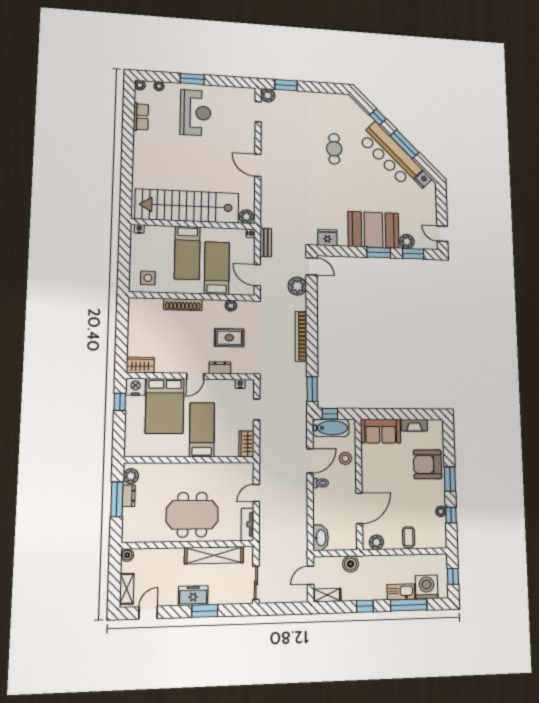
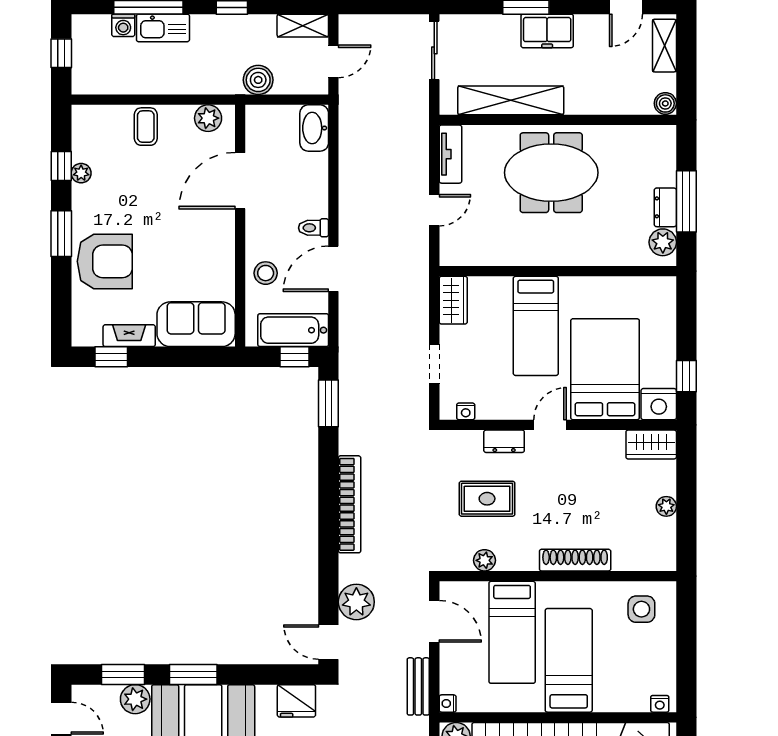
plant: (133, 332) -> (666, 506), added
window: (423, 414) -> (111, 357), added
washing machine: (427, 587) -> (123, 25), width x0.53, depth x0.53

